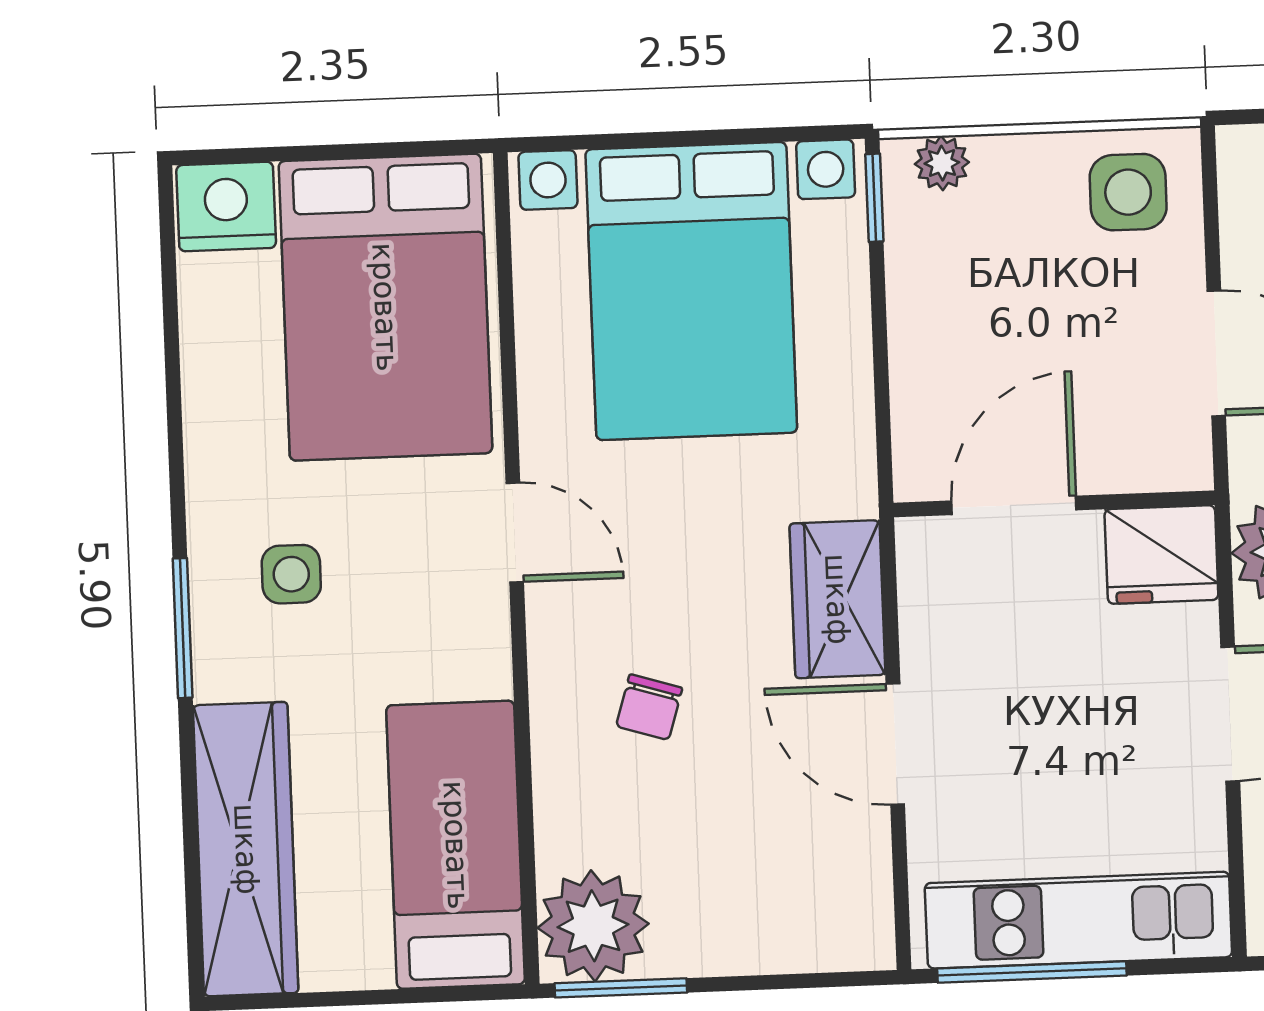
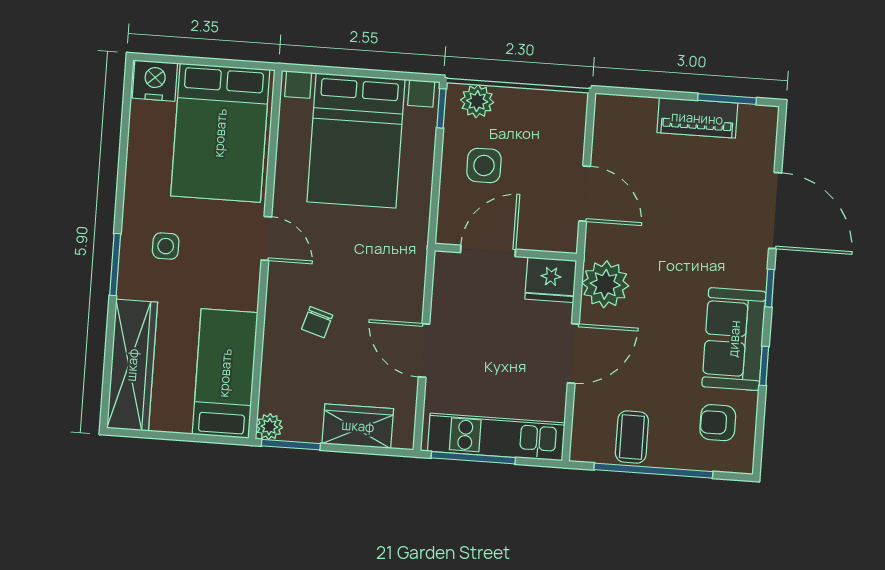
plant: (942, 163) -> (477, 101), width x1.38, depth x1.38
side table: (1128, 192) -> (484, 165), moved
wardrobe: (837, 599) -> (358, 426), moved, turned 90
plant: (593, 926) -> (269, 427), width x0.53, depth x0.53

